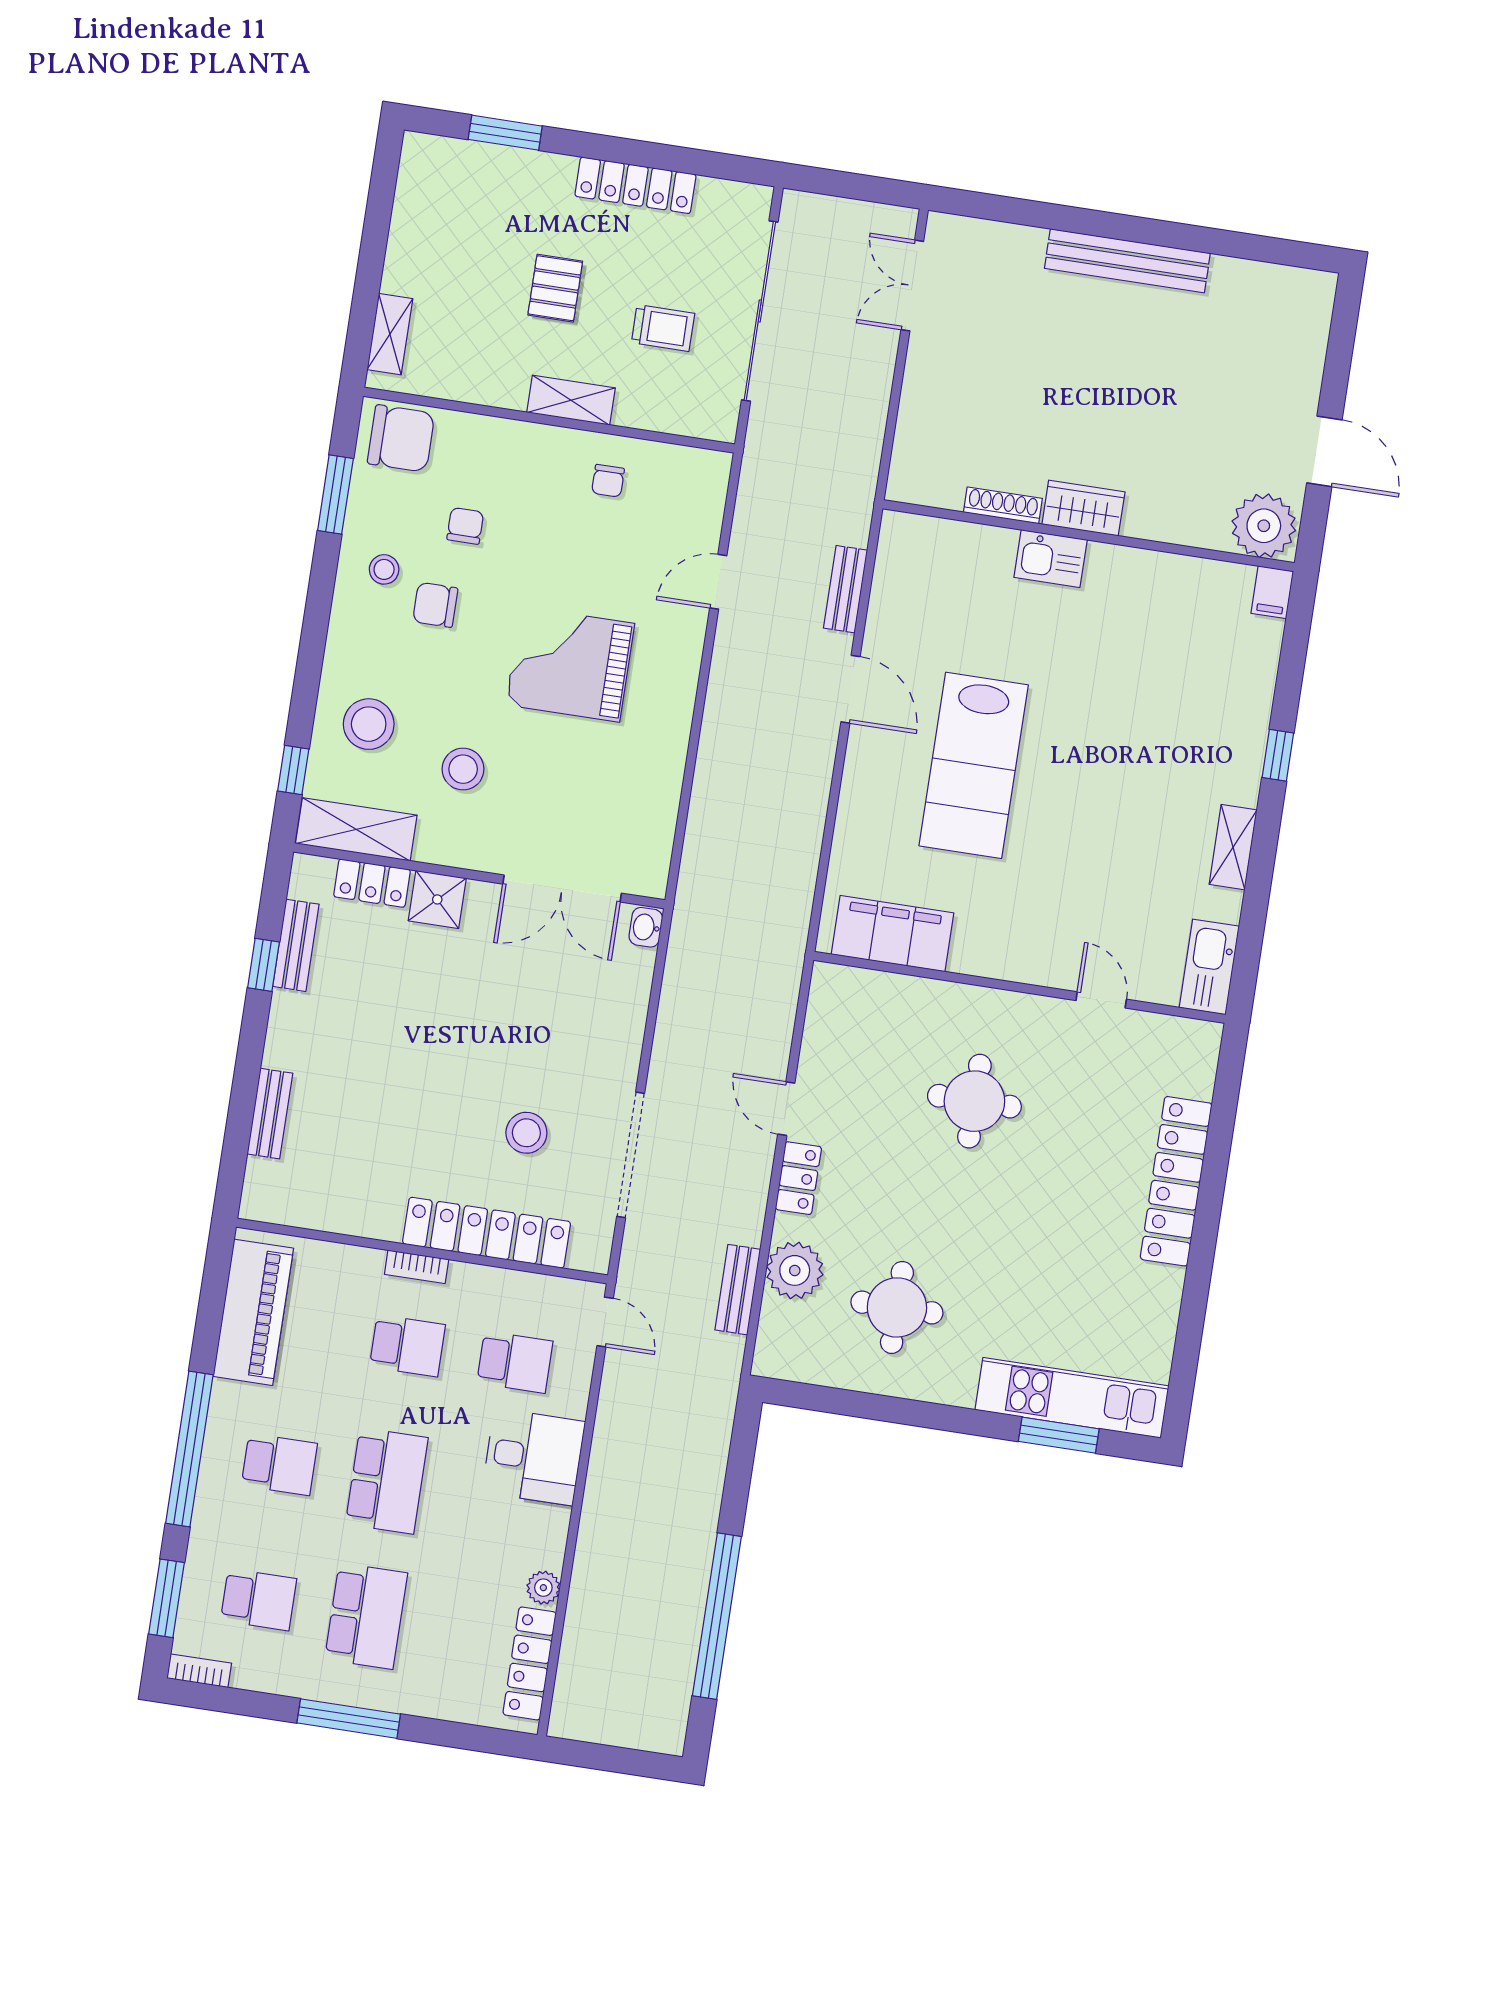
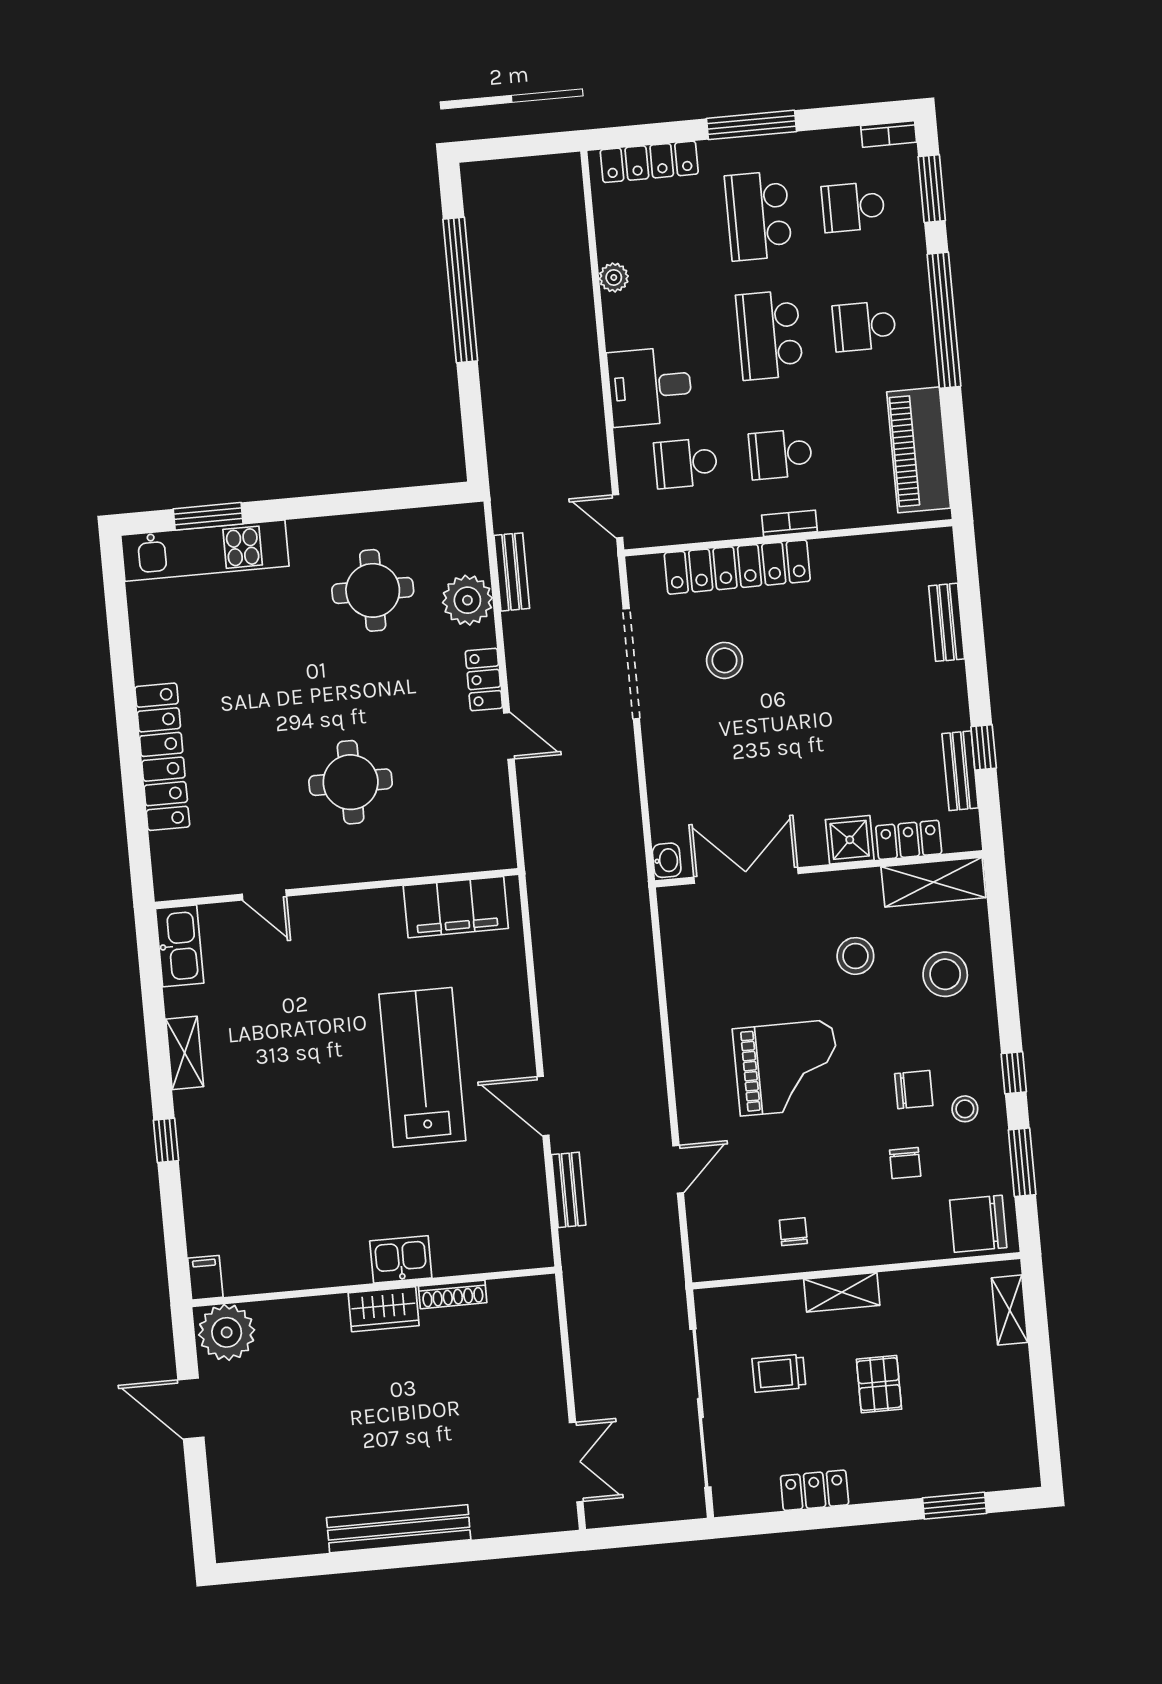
locker: (635, 185) -> (815, 1490), width x0.66
window: (293, 770) -> (1014, 1073), moved
locker: (530, 1663) -> (649, 162), moved, turned 90

